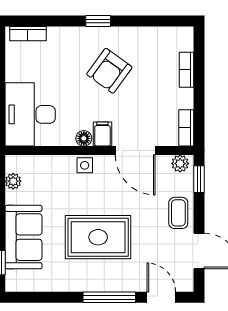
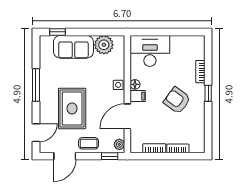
bookcase: (28, 34) -> (200, 72), moved
bookcase: (186, 128) -> (154, 148), moved
plant: (13, 181) -> (104, 45), width x1.88, depth x1.88
rug: (98, 237) -> (72, 108), moved
window: (109, 297) -> (36, 85), moved

